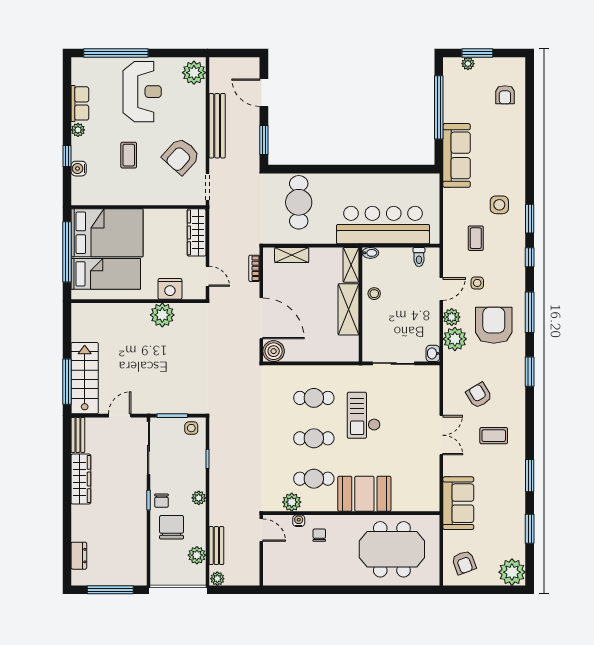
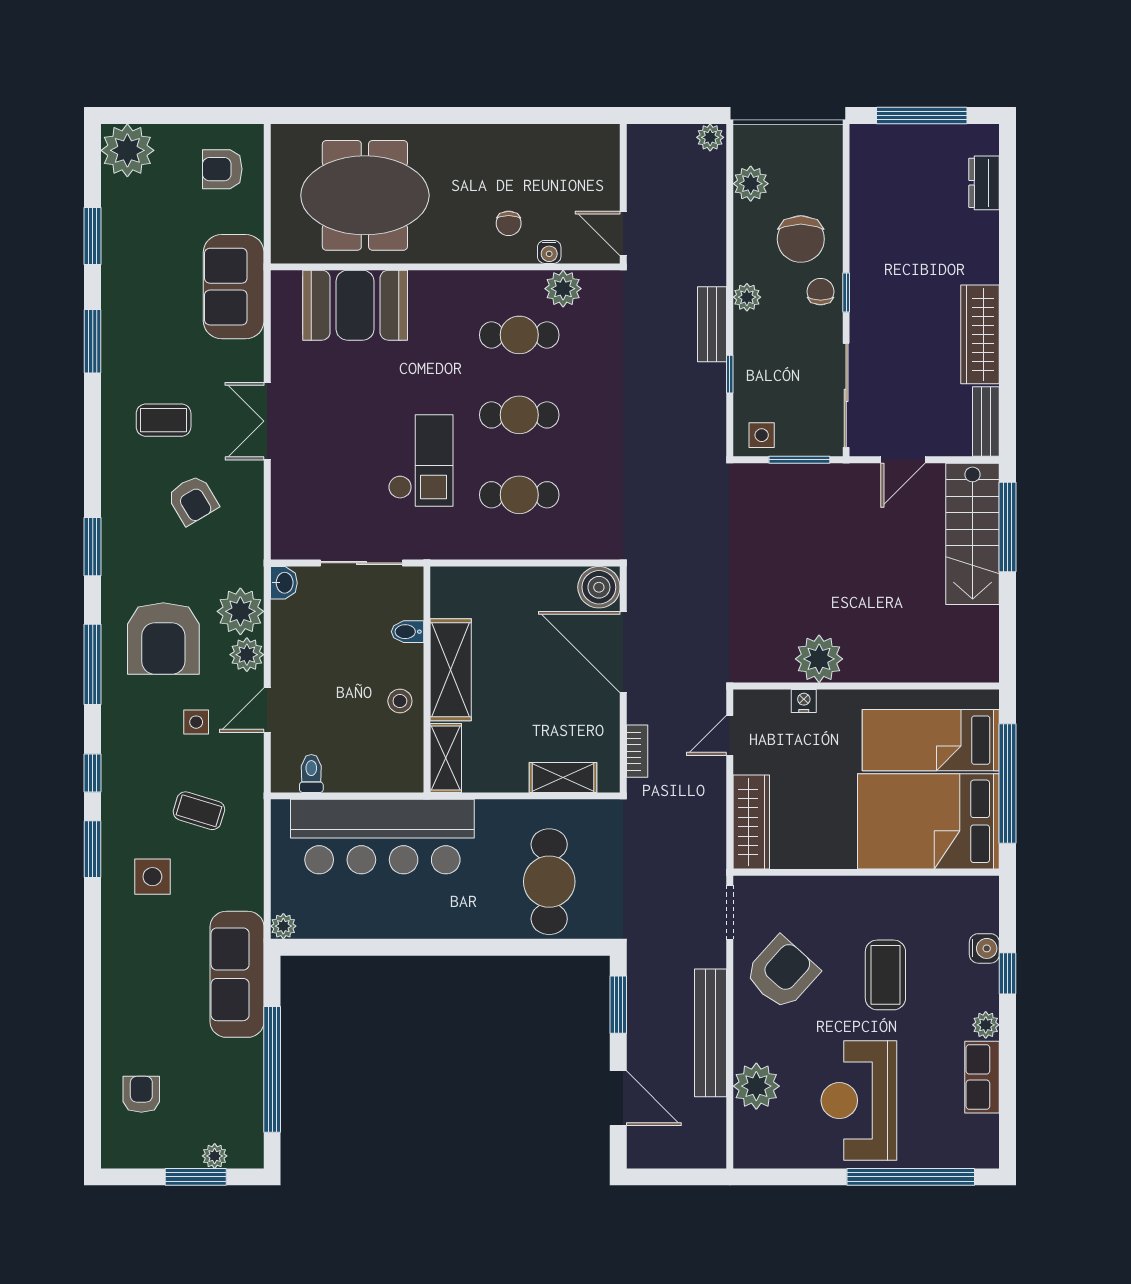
plant: (194, 73) -> (756, 1086), moved
coffee table: (129, 155) -> (885, 975), width x1.36, depth x1.30
plant: (433, 180) -> (283, 926), added
coffee table: (476, 238) -> (199, 811), turned -73
bidet: (370, 253) -> (407, 632), moved
door: (207, 276) -> (730, 735), hinge flipped
nightstand: (170, 289) -> (804, 701), width x0.53, depth x0.56
booth: (364, 494) -> (355, 305), moved
bench: (216, 546) -> (712, 324), moved
armchair: (464, 563) -> (222, 169), turned -70

